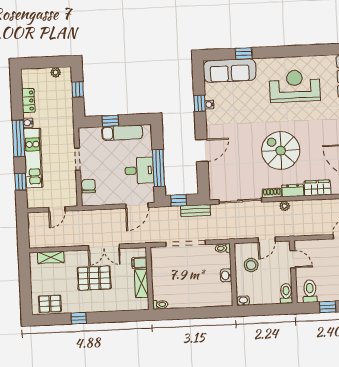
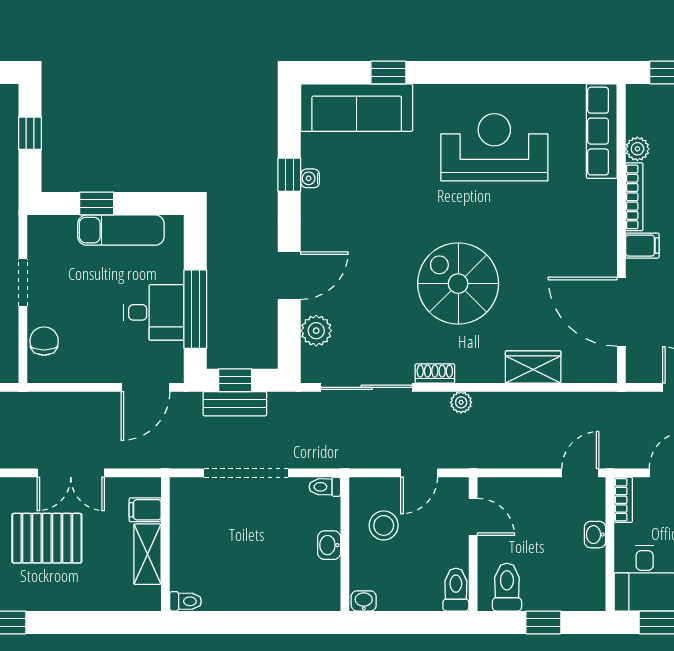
plant: (215, 176) -> (316, 331), added
dresser: (293, 190) -> (480, 370), removed
bench: (195, 211) -> (235, 404), moved

